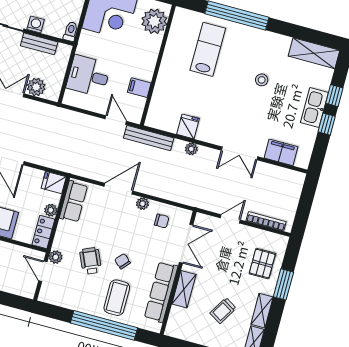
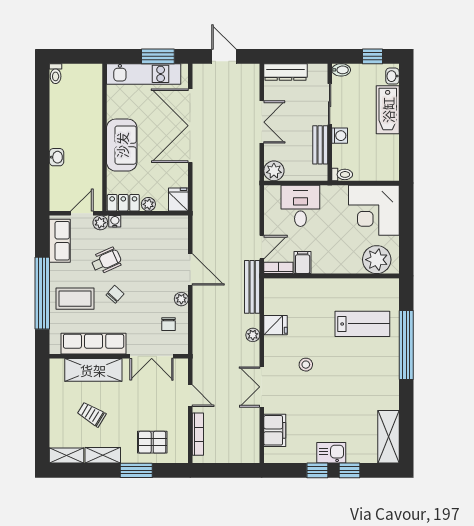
stool: (262, 80) -> (306, 365), moved
plant: (36, 87) -> (274, 171), moved
kitchen sink: (314, 108) -> (331, 453), width x0.73
bookcase: (138, 110) -> (278, 268), added
row of seats: (73, 202) -> (60, 241), moved, turned -90
water cooler: (58, 244) -> (115, 221), added
shelving: (184, 289) -> (93, 370), width x1.50, depth x1.33

